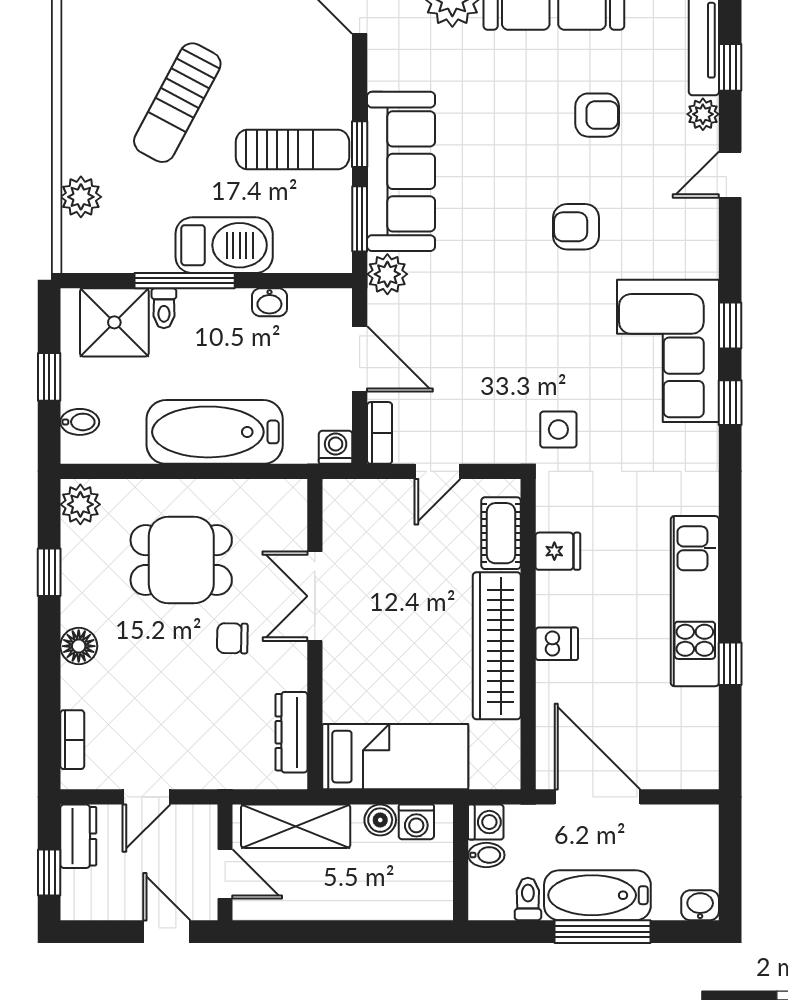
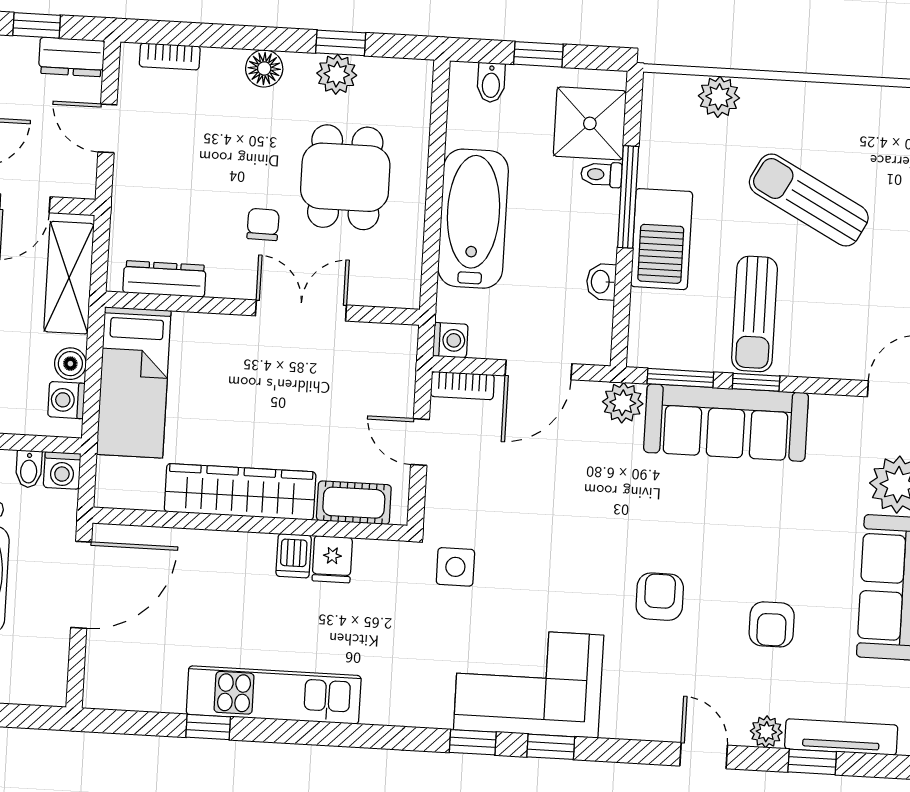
plant: (80, 504) -> (337, 74), moved
dishwasher: (557, 644) -> (294, 556), moved

